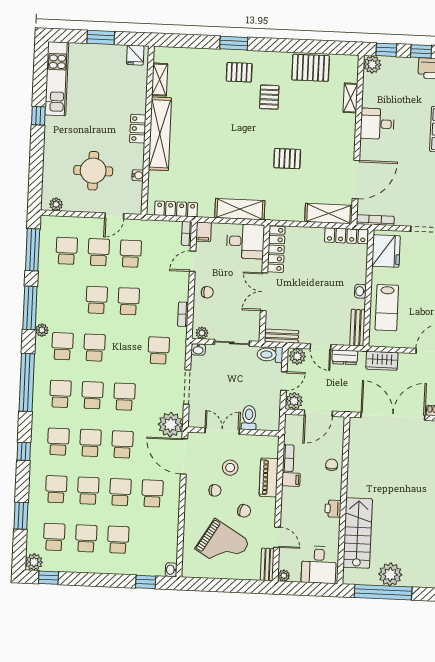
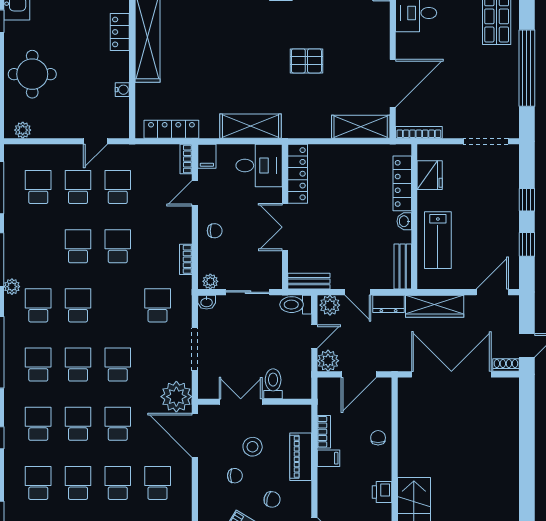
round table: (93, 171) -> (32, 74), moved
locker: (346, 236) -> (402, 183), moved, turned 90
fridge: (386, 251) -> (430, 175), width x0.73, depth x0.75
wardrobe: (382, 361) -> (435, 306), width x1.50

